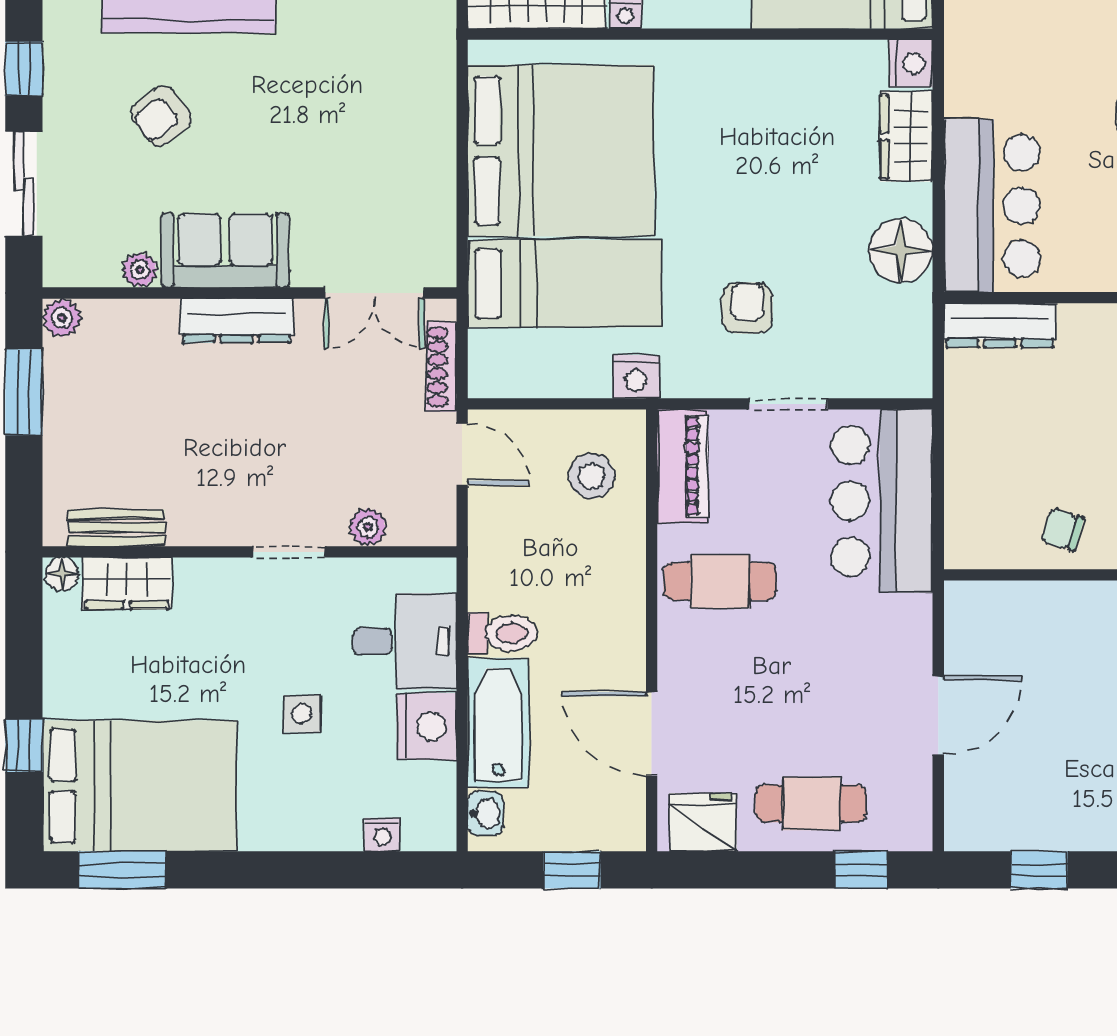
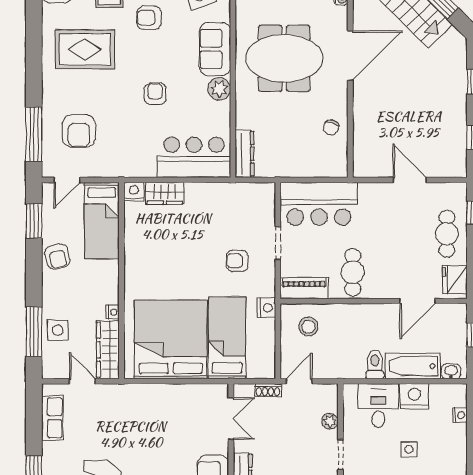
floor lamp: (901, 251) -> (213, 196), removed
shoe rack: (441, 367) -> (268, 390), width x0.70

